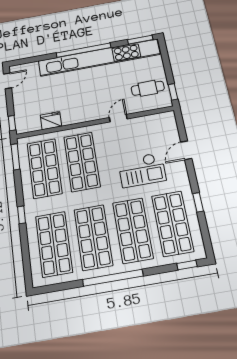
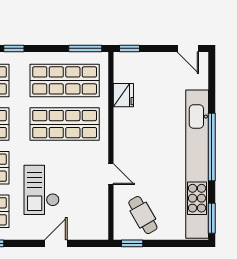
cafe table: (148, 88) -> (143, 215), turned -30
door: (186, 150) -> (56, 243), hinge flipped

